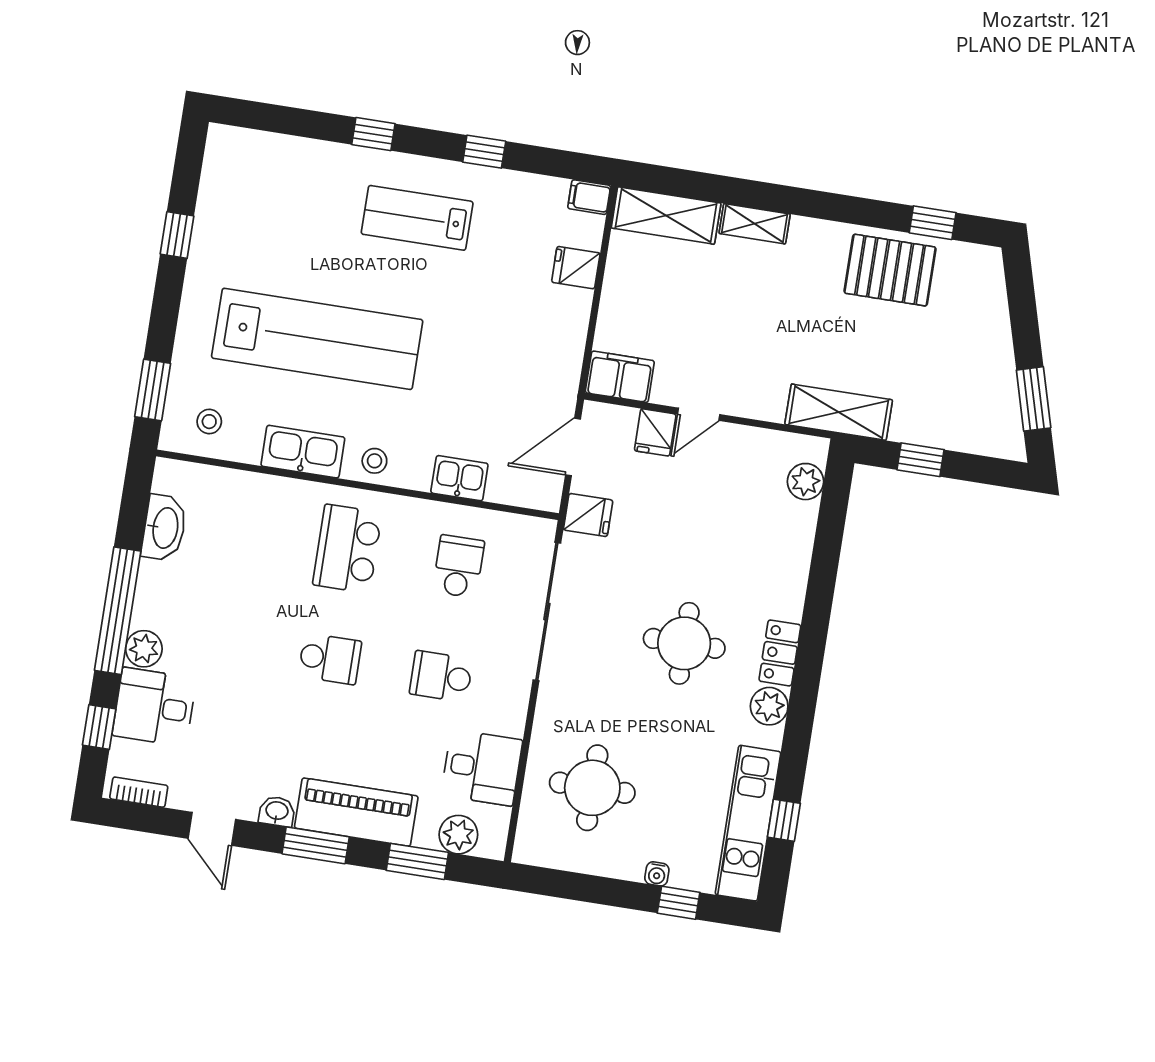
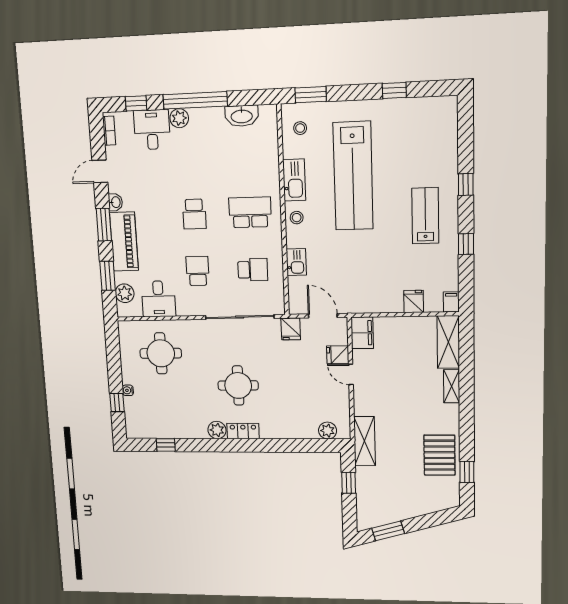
kitchen unit: (748, 823) -> (161, 429), removed

